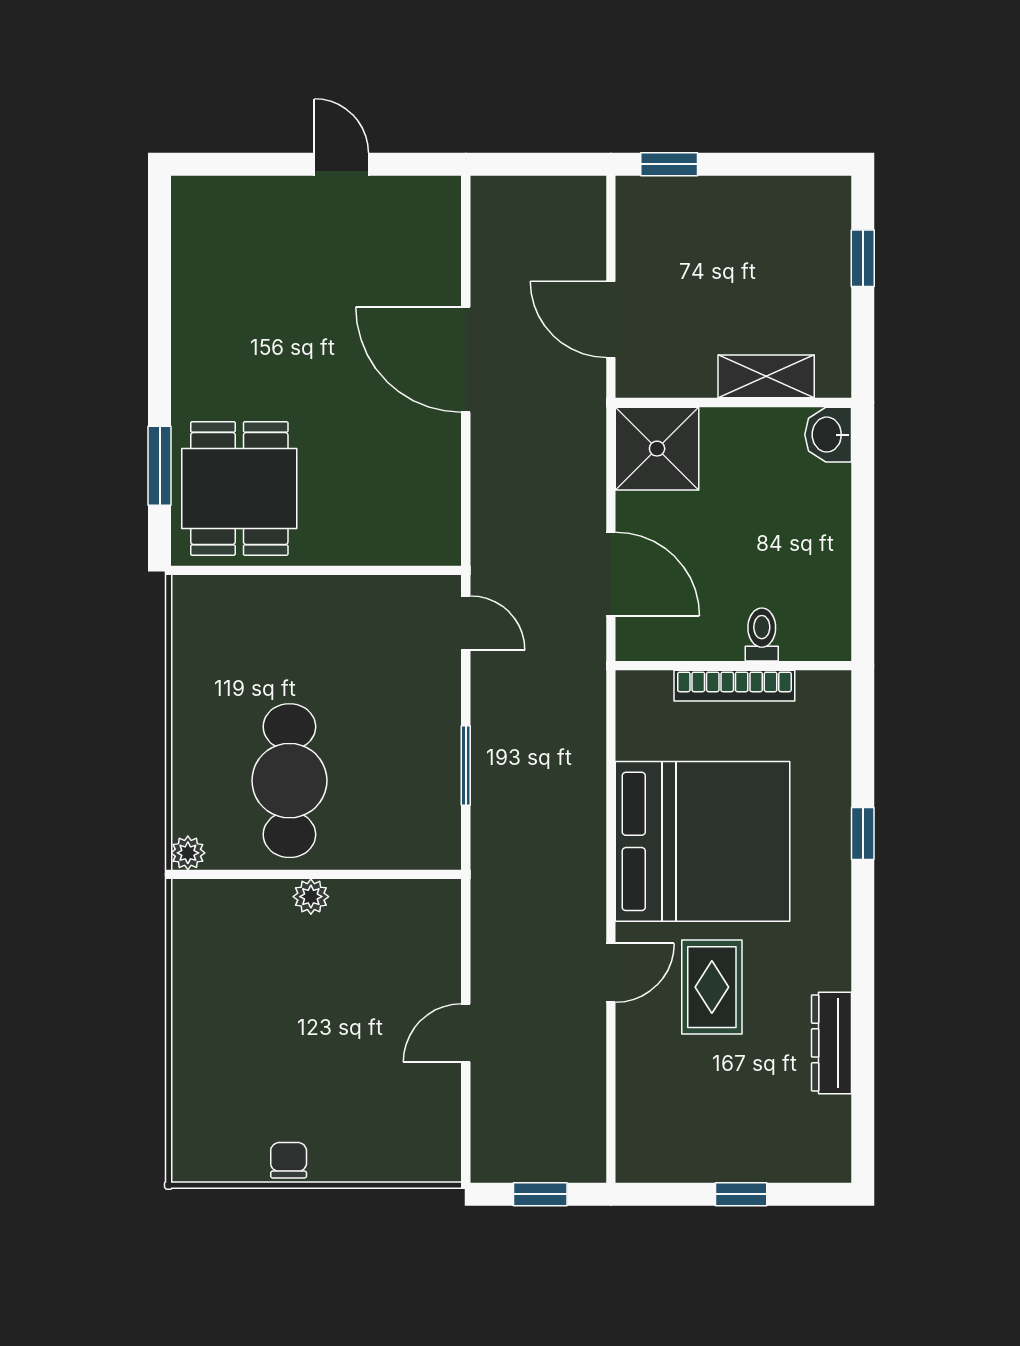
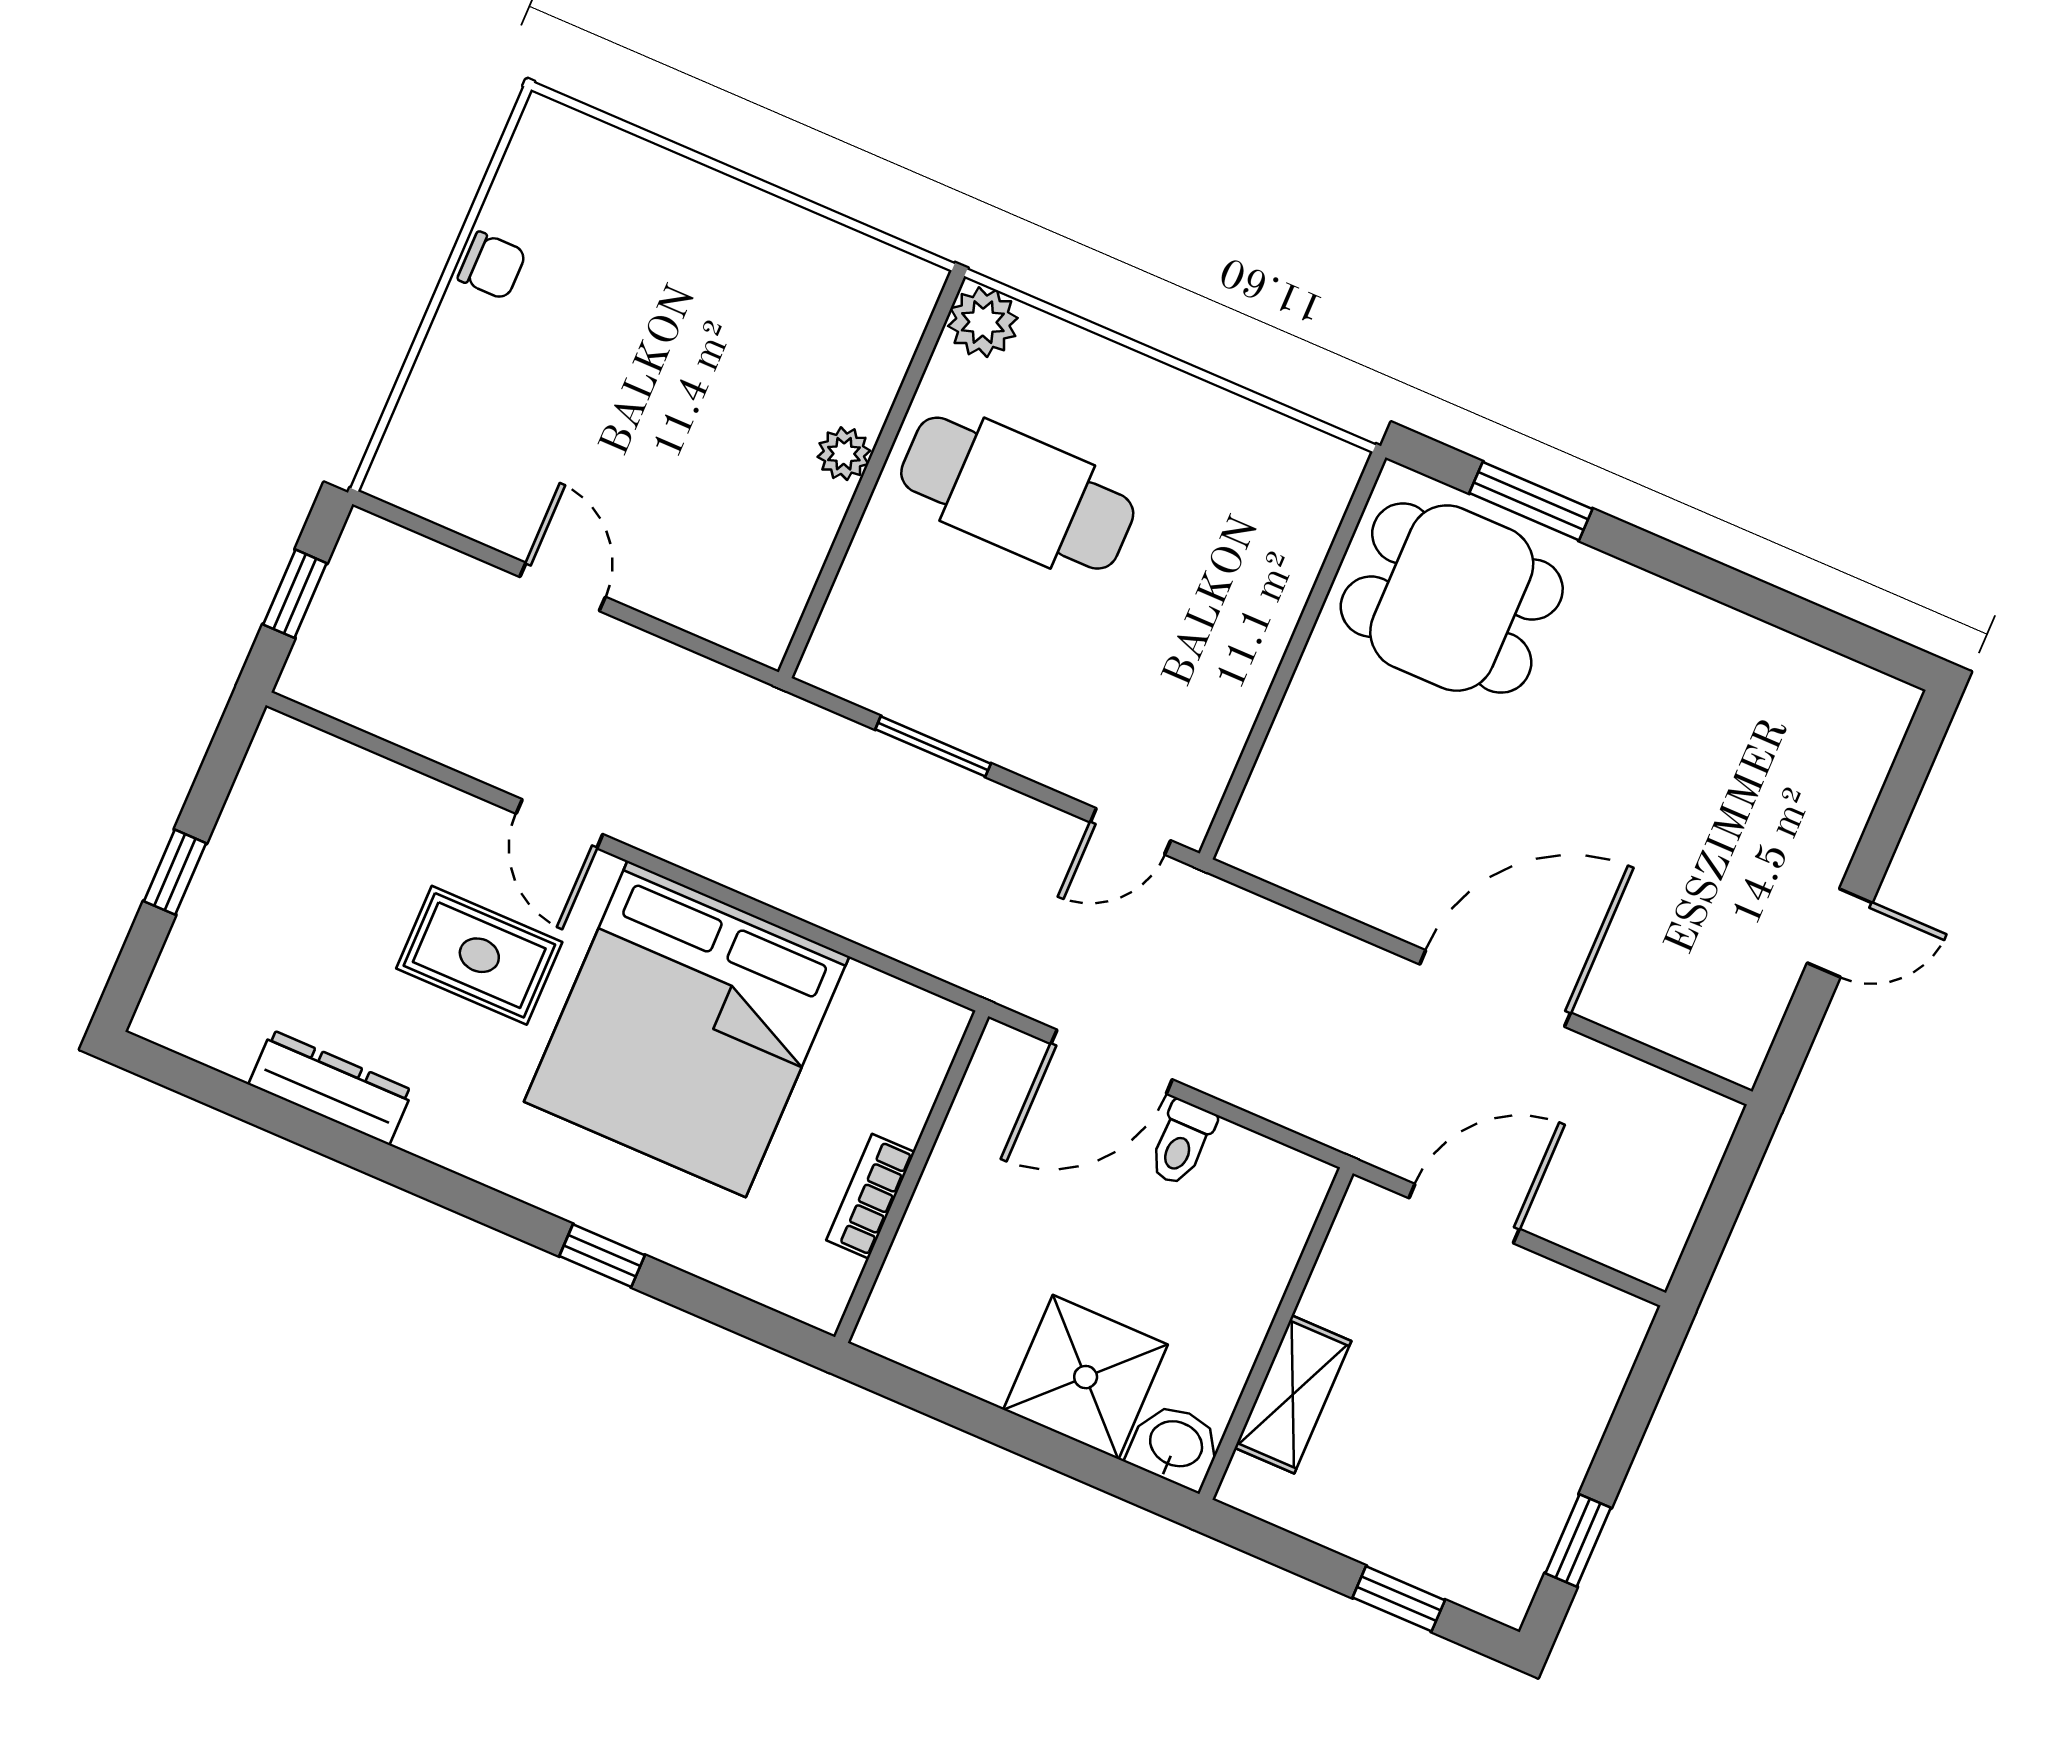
window: (669, 164) -> (1578, 1540), moved
shower: (657, 449) -> (1086, 1377), moved
toilet: (762, 635) -> (1182, 1143), moved, turned 90
bookcase: (734, 686) -> (871, 1196), width x0.64
plant: (188, 853) -> (983, 322), width x1.38, depth x1.38

